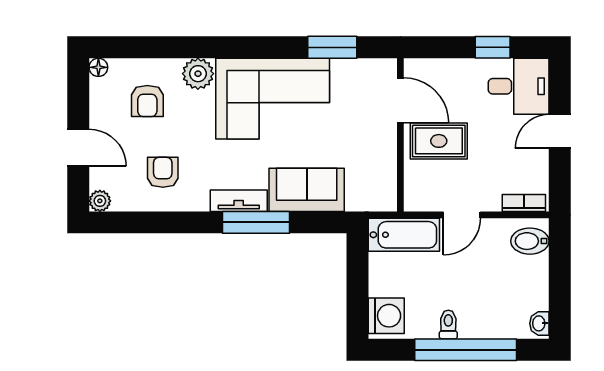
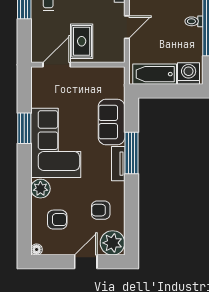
window: (332, 47) -> (24, 128), moved
plant: (100, 201) -> (113, 243), width x1.87, depth x1.87
door: (462, 215) -> (127, 27), hinge flipped
bathtub: (404, 235) -> (155, 74), moved, turned -90
toilet: (448, 325) -> (194, 21), moved

